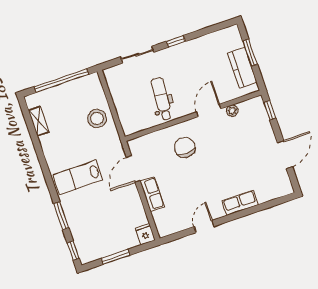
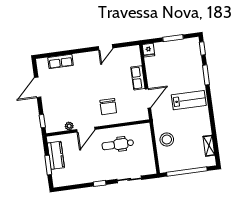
dental chair: (162, 99) -> (118, 144), turned 86
row of seats: (240, 203) -> (60, 61), moved

